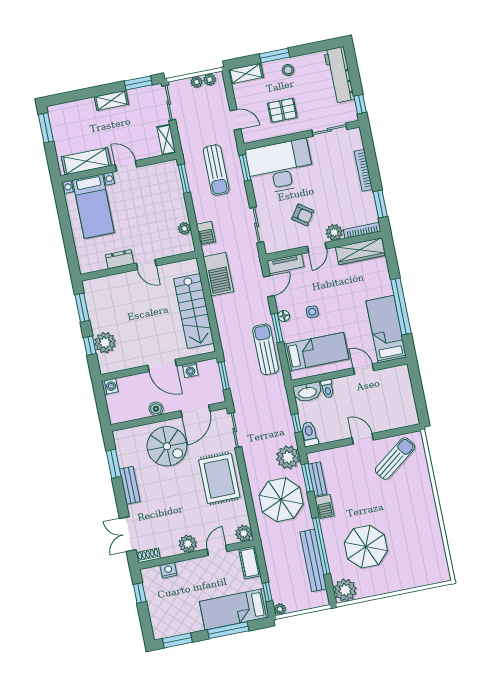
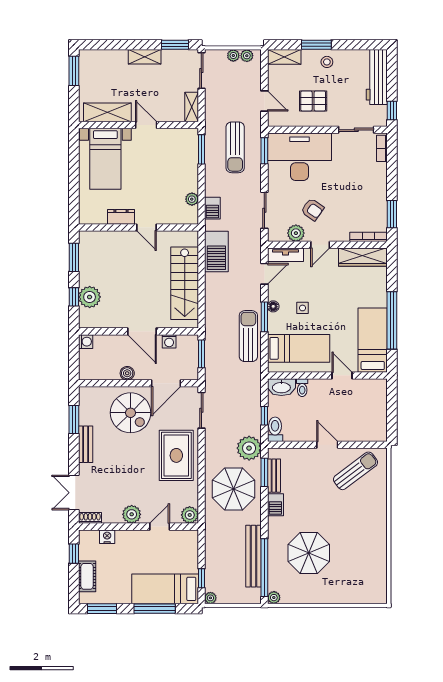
bookcase: (363, 170) -> (382, 148), moved, width x0.64
plant: (334, 232) -> (296, 233), moved
window: (321, 546) -> (264, 568), moved
cot: (250, 563) -> (87, 576), moved
plant: (345, 590) -> (274, 598), width x0.53, depth x0.53

